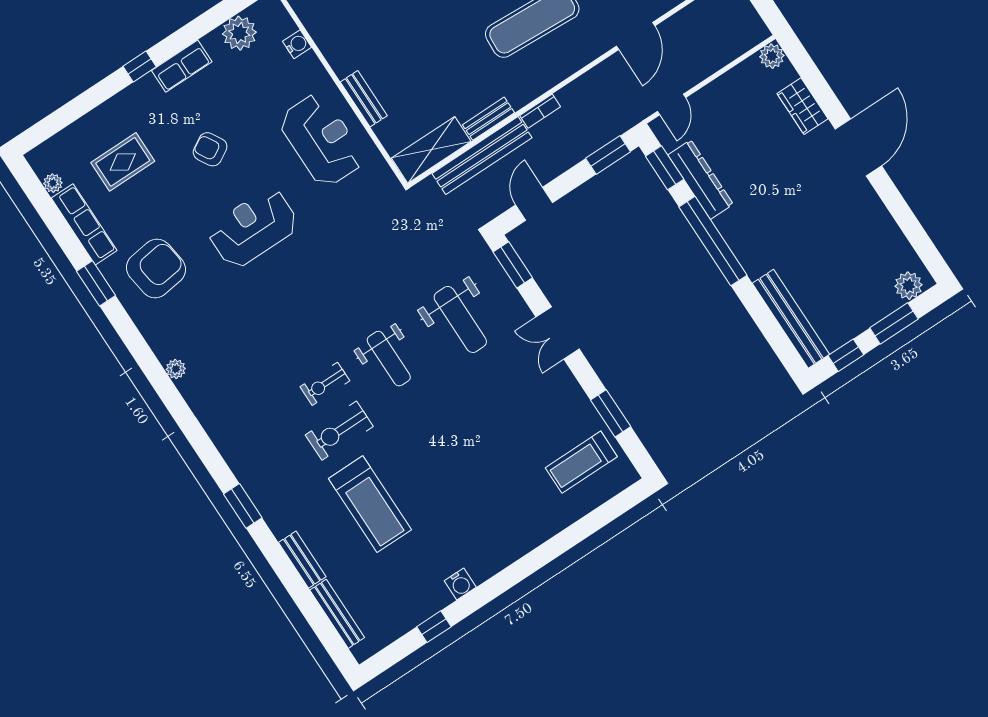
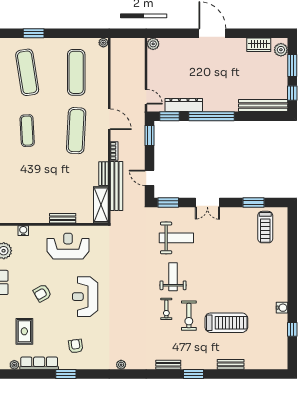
door: (636, 36) -> (109, 119), moved
wardrobe: (803, 106) -> (259, 45), moved
armchair: (156, 268) -> (76, 346), width x0.53, depth x0.53
weight bench: (389, 359) -> (173, 277), turned -90
bench: (337, 614) -> (168, 365), moved, width x0.73

